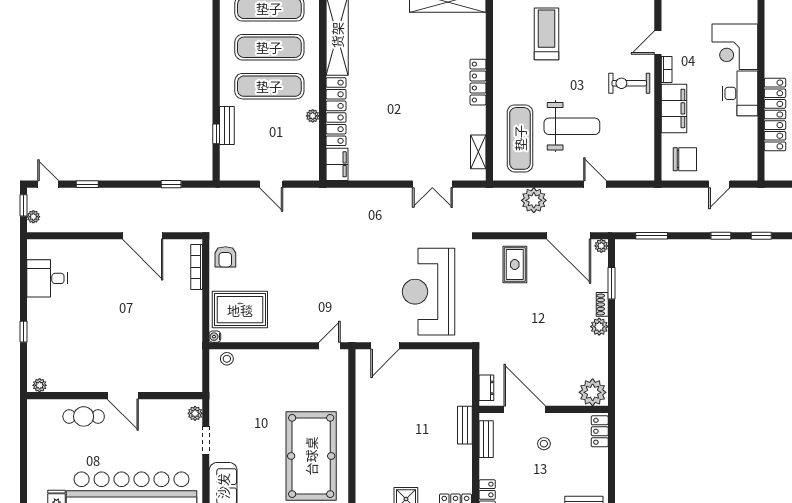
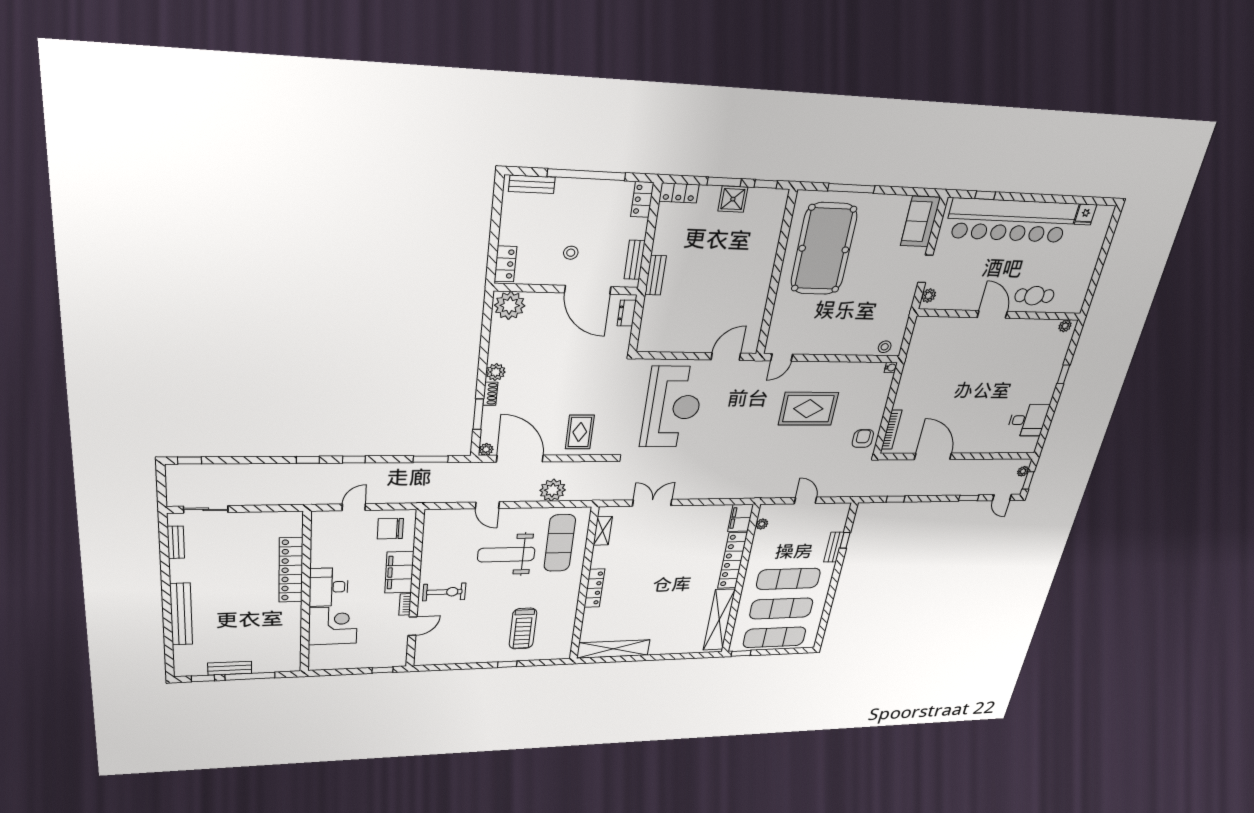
plant: (313, 116) -> (762, 524), moved
rug: (240, 310) -> (808, 409), moved

